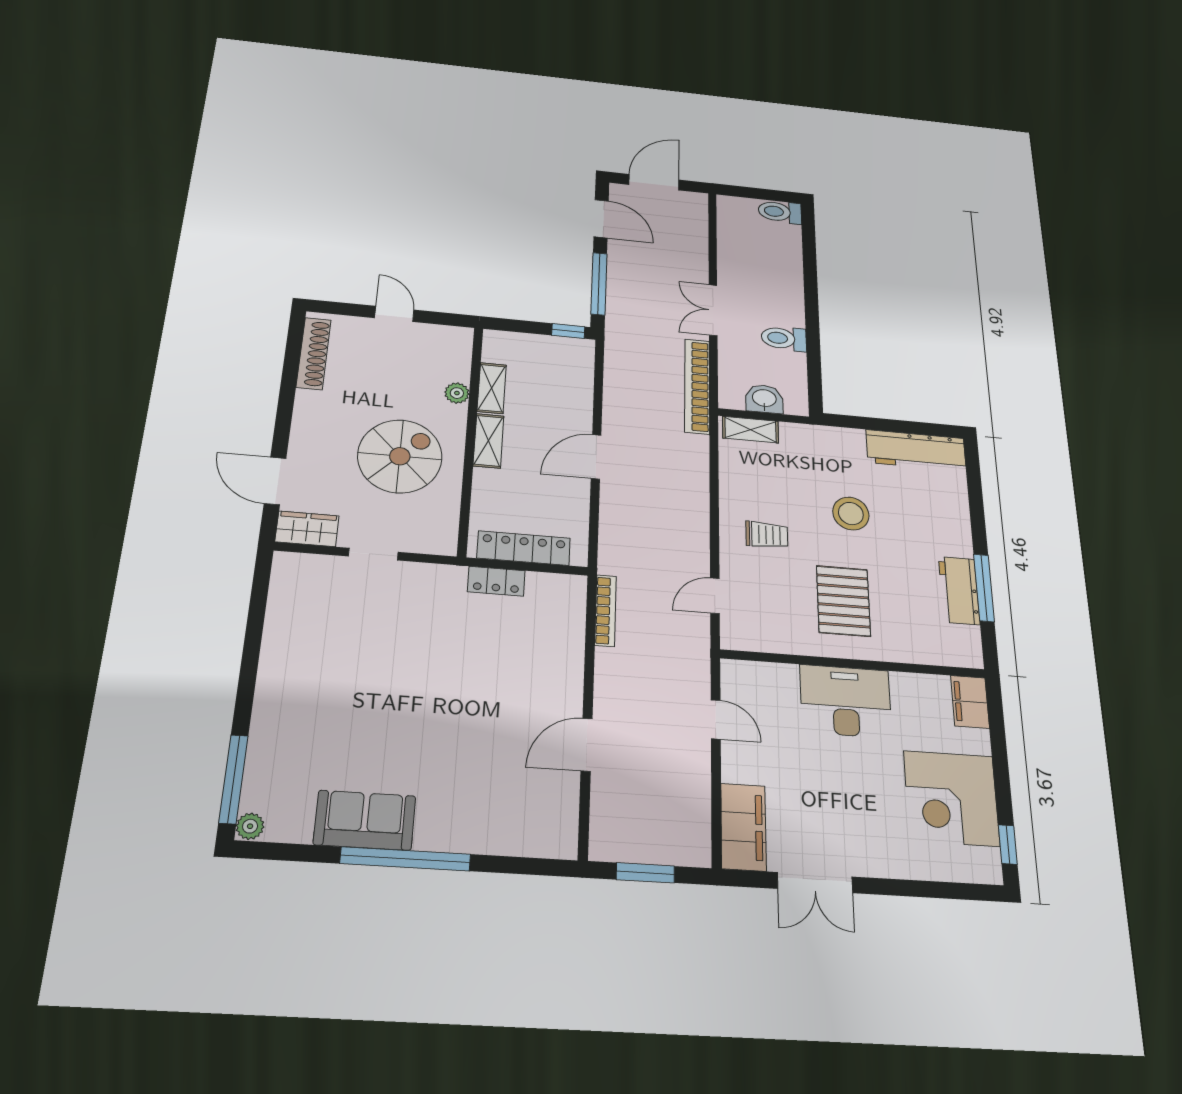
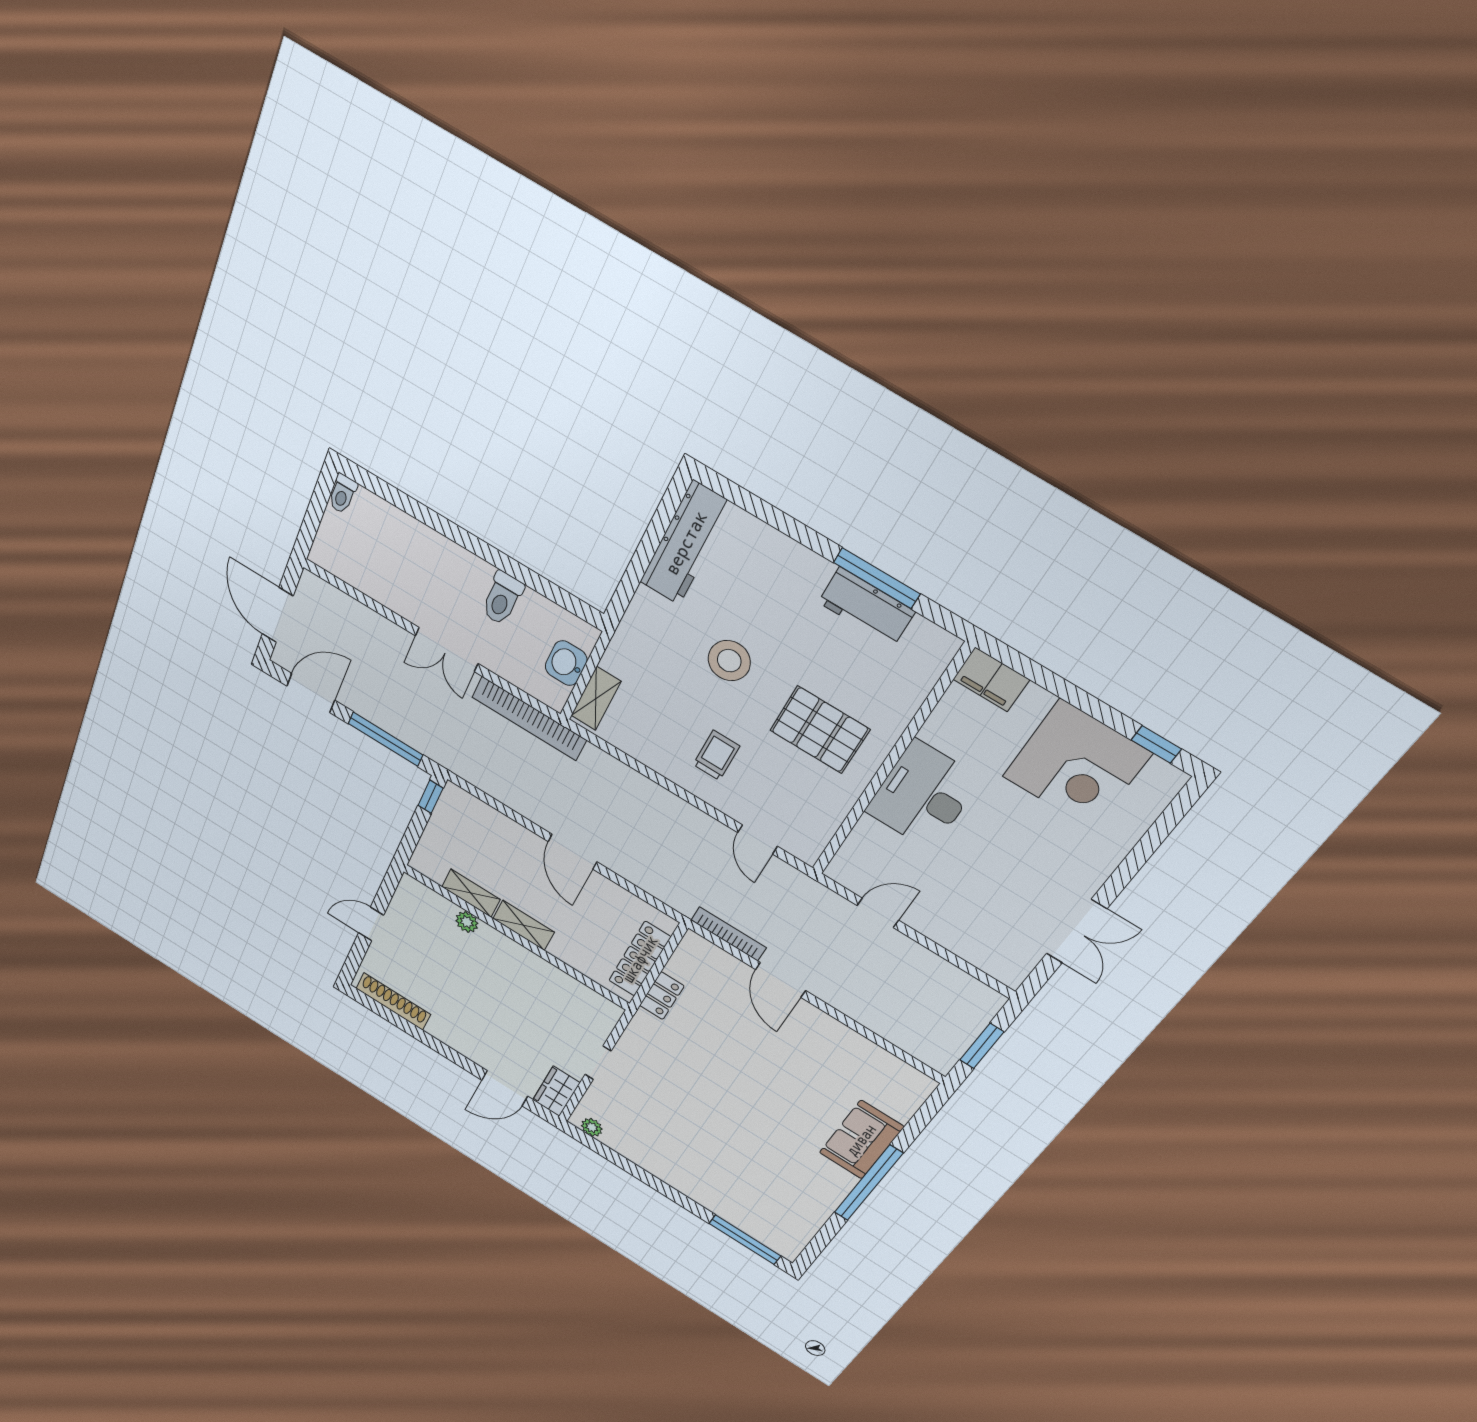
toilet: (780, 212) -> (343, 494), width x0.73, depth x0.72
spiral stairs: (400, 456) -> (514, 996), removed
door: (587, 745) -> (781, 980), moved
sofa: (365, 820) -> (861, 1140), moved
plant: (250, 826) -> (592, 1127), moved
filing cabinet: (743, 827) -> (989, 953), removed

